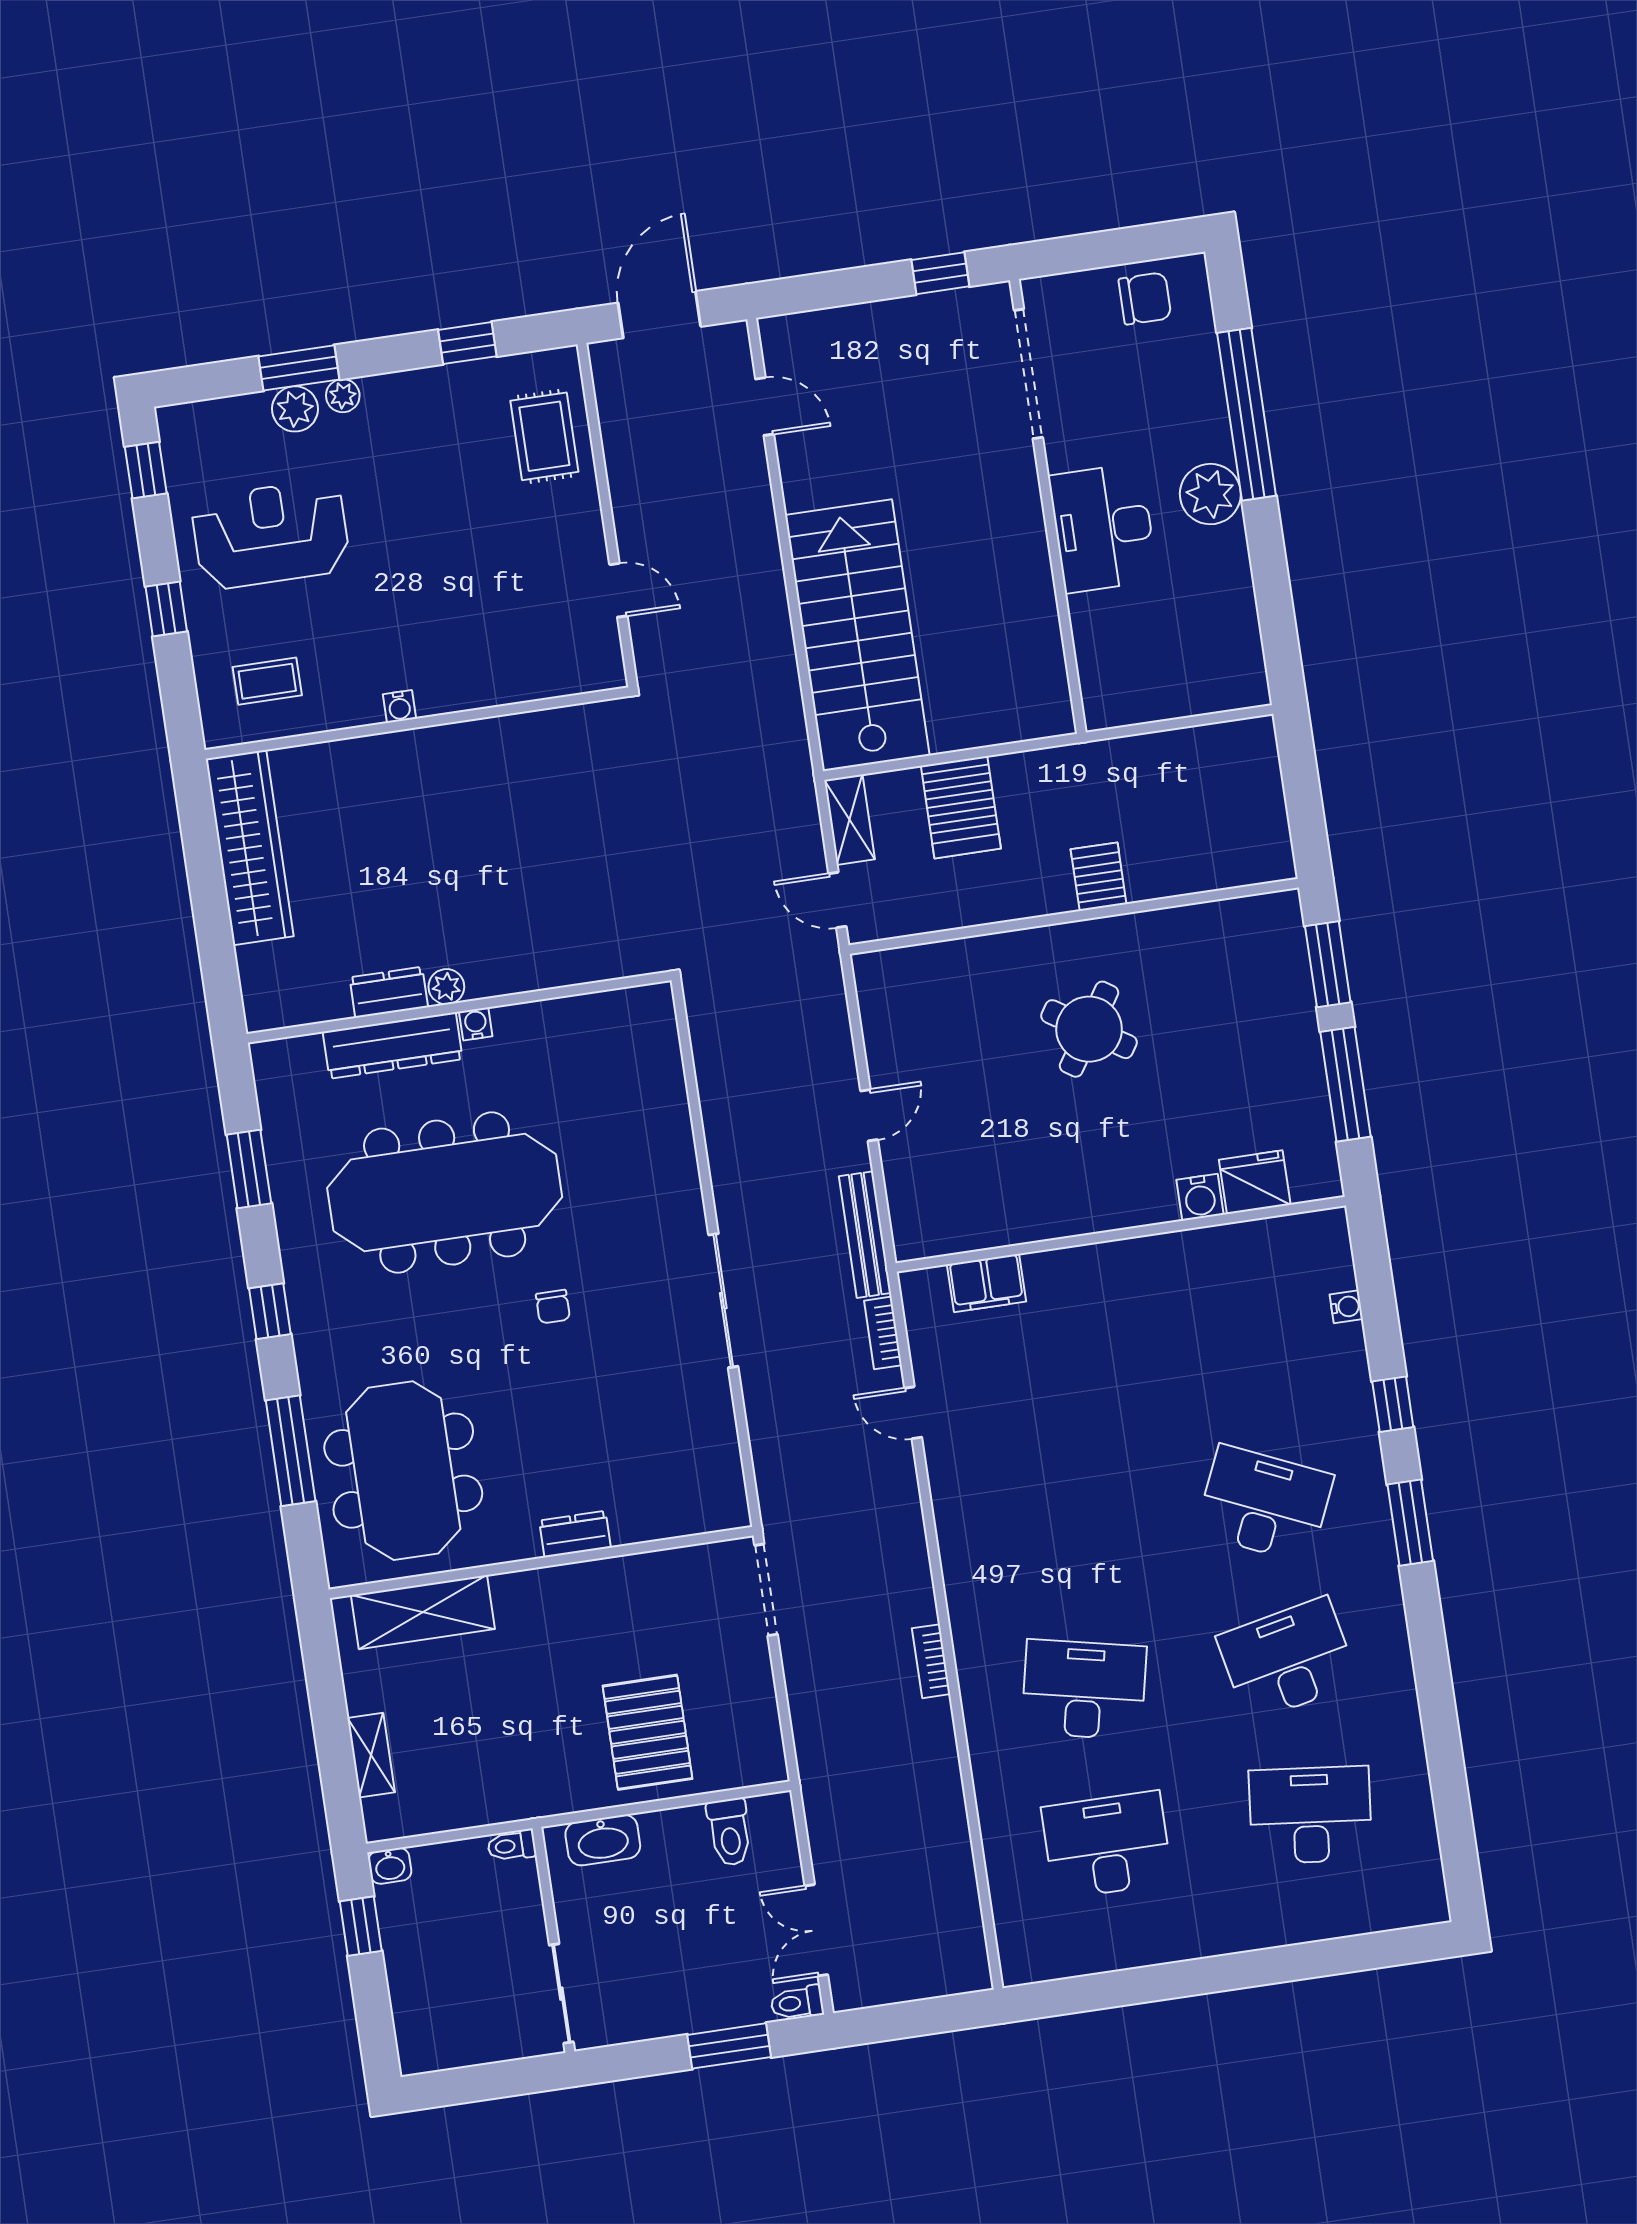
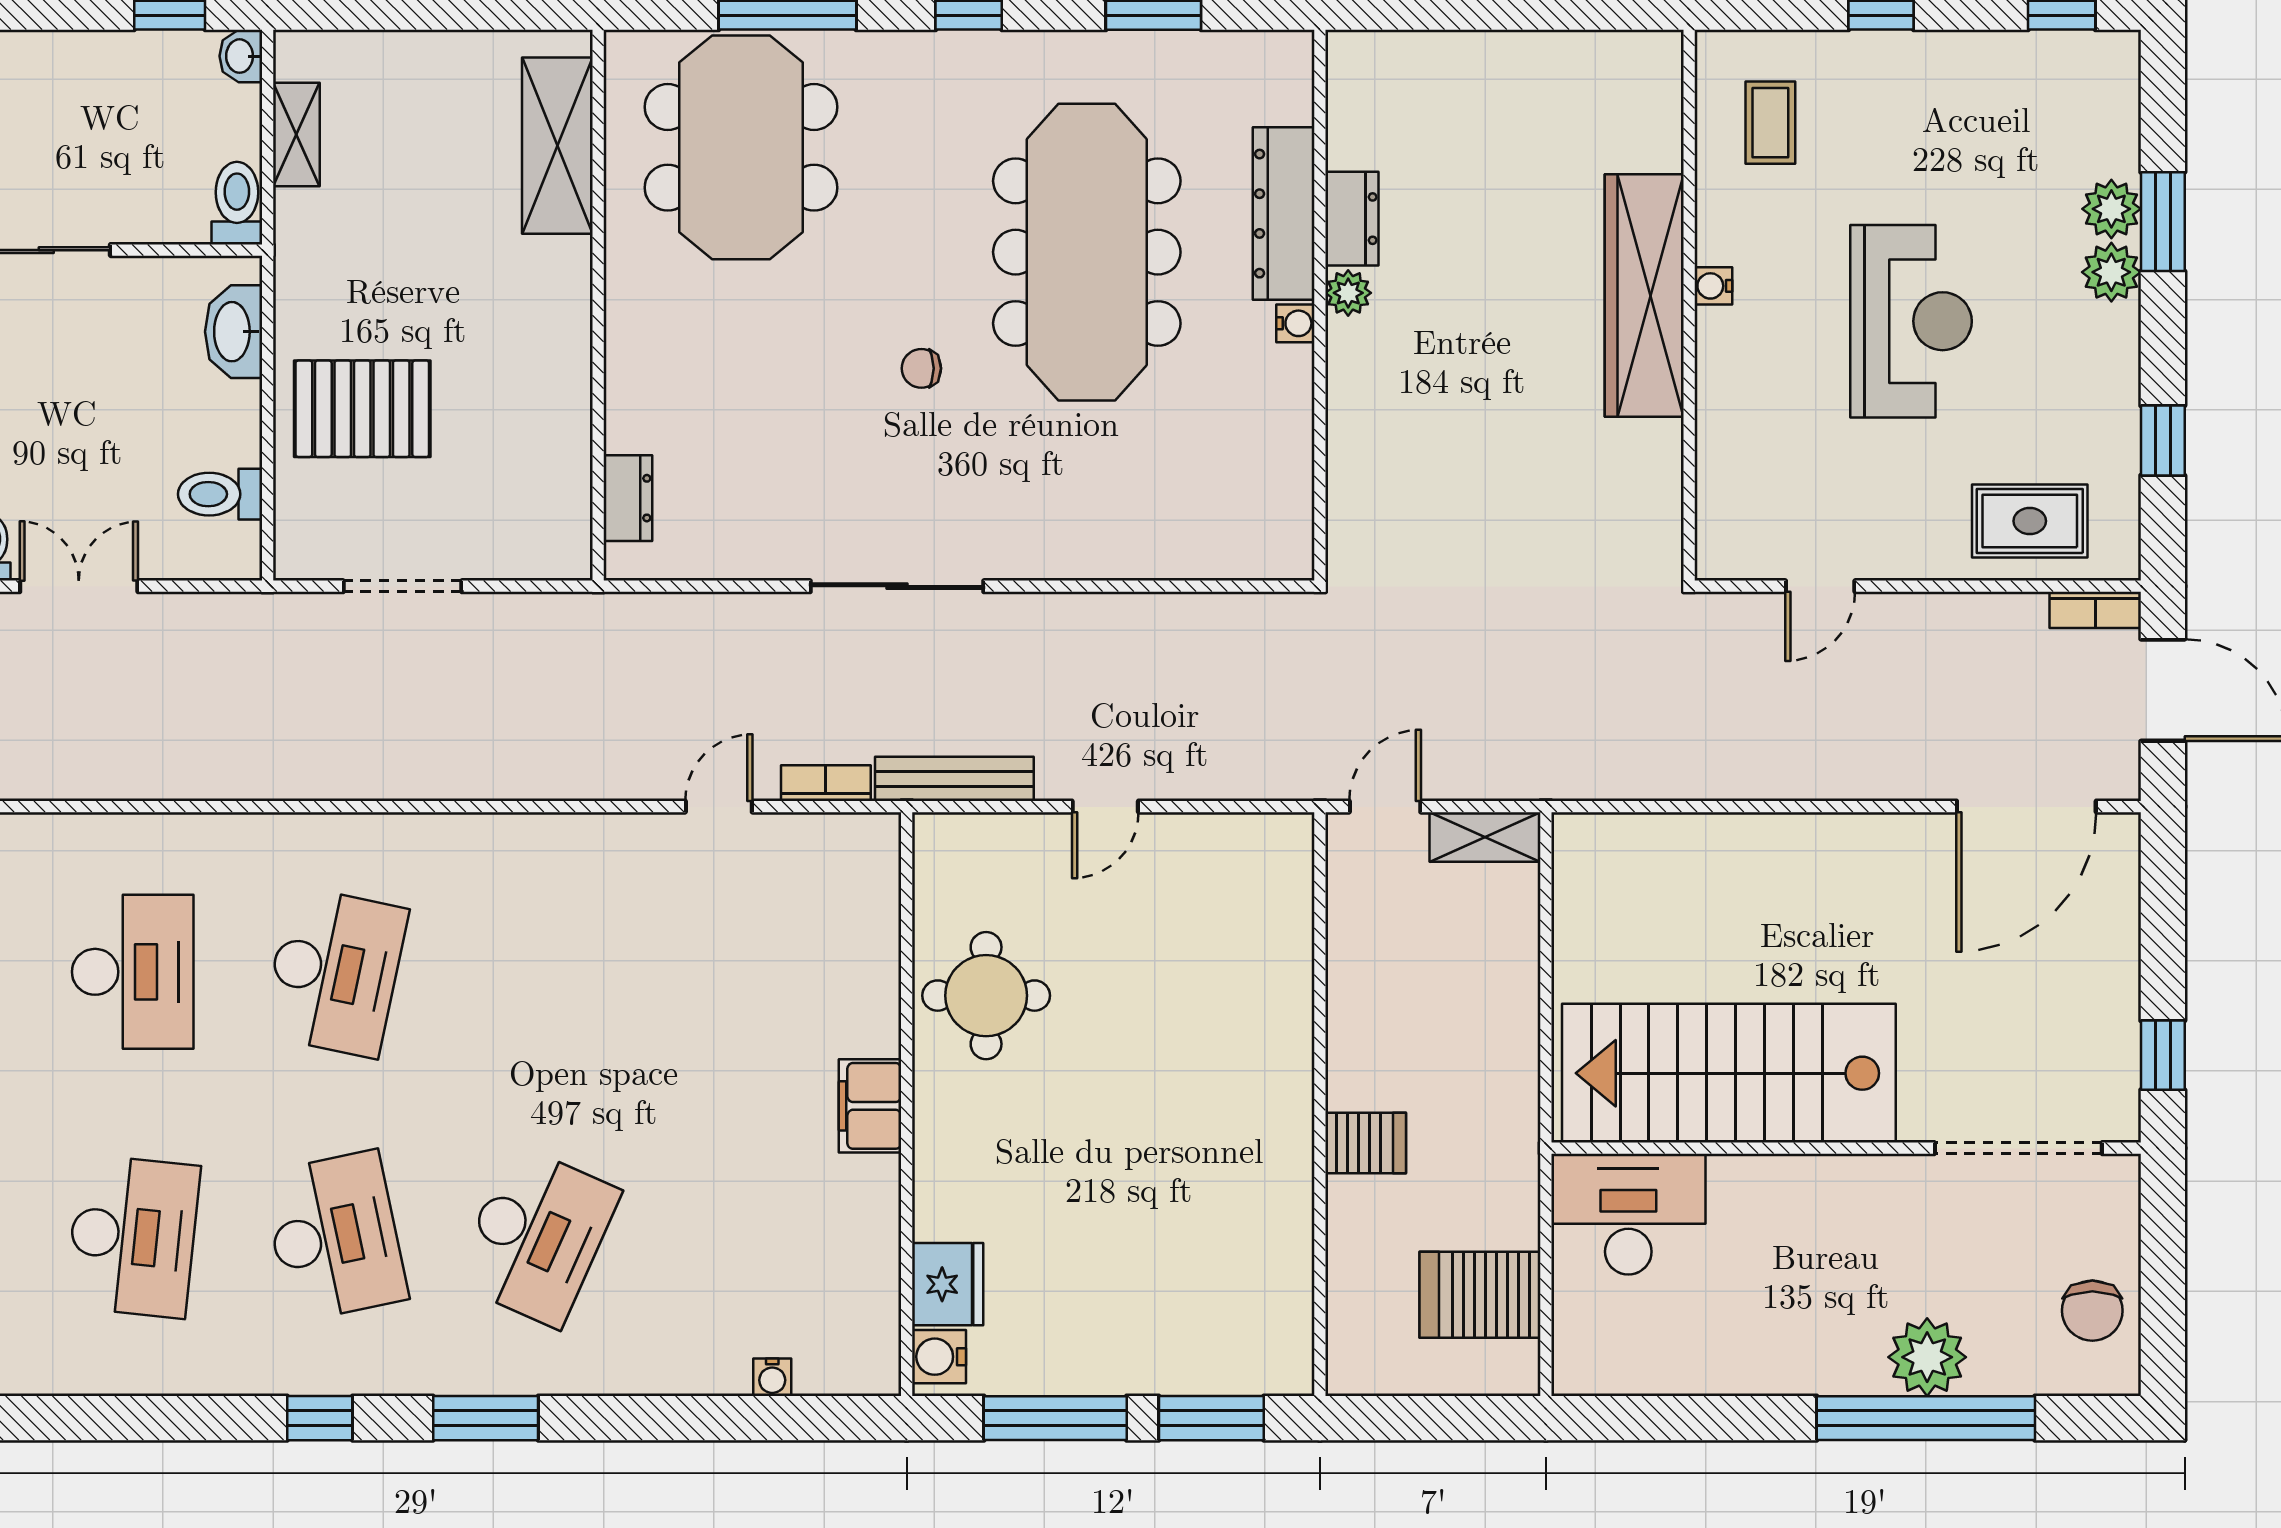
plant: (343, 396) -> (2111, 272), width x1.38, depth x1.38
door: (765, 407) -> (2026, 807), width x1.88
plant: (1210, 494) -> (1927, 1357), moved
desk: (1103, 528) -> (1628, 1214), moved
reception desk: (271, 534) -> (1911, 321), moved
stairs: (857, 635) -> (1729, 1073), moved, turned 180
server rack: (961, 807) -> (1480, 1295), moved
wardrobe: (250, 848) -> (1644, 295), moved, turned 90
round table: (1089, 1029) -> (986, 996), moved, turned -33
door: (869, 1115) -> (1105, 807), hinge flipped
water cooler: (1200, 1197) -> (939, 1357), moved
filing cabinet: (987, 1283) -> (870, 1106), moved
window: (1393, 1404) -> (320, 1418), moved
meeting table: (403, 1471) -> (741, 147), turned 90
dresser: (575, 1534) -> (628, 498), moved
doorway: (766, 1590) -> (403, 586), moved
bookcase: (931, 1661) -> (2095, 610), moved, turned 180
shelving: (371, 1755) -> (296, 134), moved, turned 90
toilet: (512, 1846) -> (237, 203), width x1.37, depth x1.39

